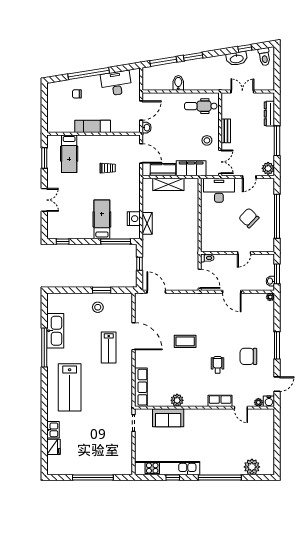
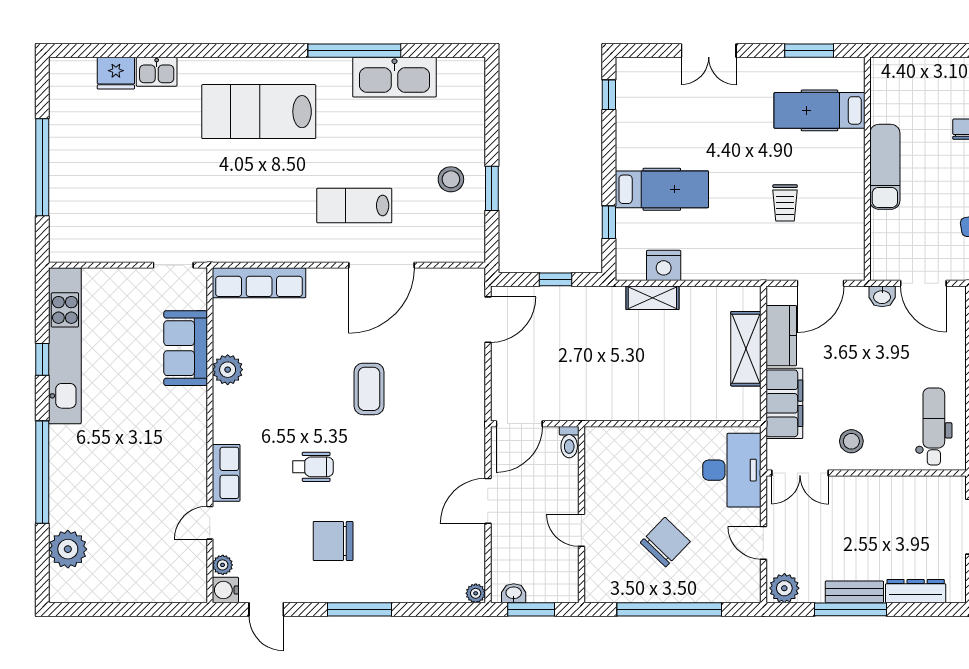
bench: (226, 131) -> (854, 592), moved
window: (116, 241) -> (609, 222), width x0.46
chair: (248, 356) -> (333, 541), turned -90

